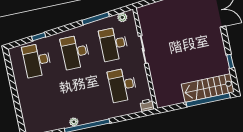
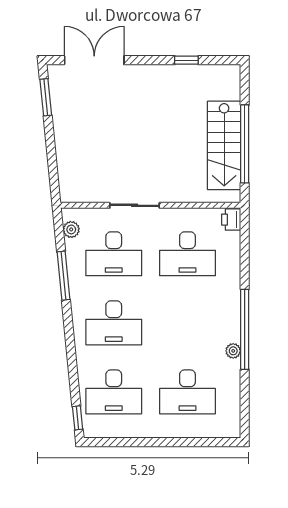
window: (39, 37) -> (78, 418), moved
stairs: (208, 88) -> (224, 145), moved
window: (208, 100) -> (245, 144), moved
desk: (46, 101) -> (187, 392), added

